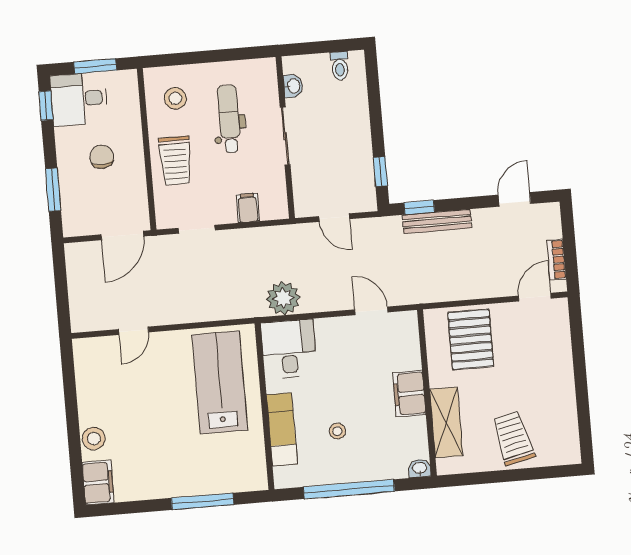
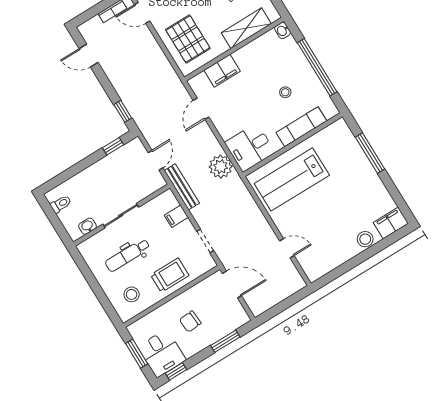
bench: (437, 221) -> (182, 187), moved
pallet: (471, 339) -> (188, 39), turned 90
filing cabinet: (409, 394) -> (222, 71), moved

